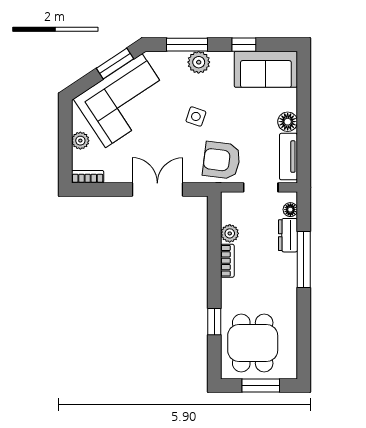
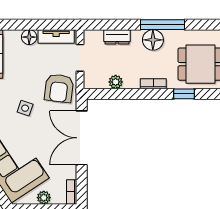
double door: (157, 189) -> (82, 138), width x1.37
floor lamp: (290, 210) -> (153, 40), moved, width x1.89, depth x1.89
window: (304, 260) -> (162, 25), moved
bookcase: (227, 261) -> (153, 84), moved

